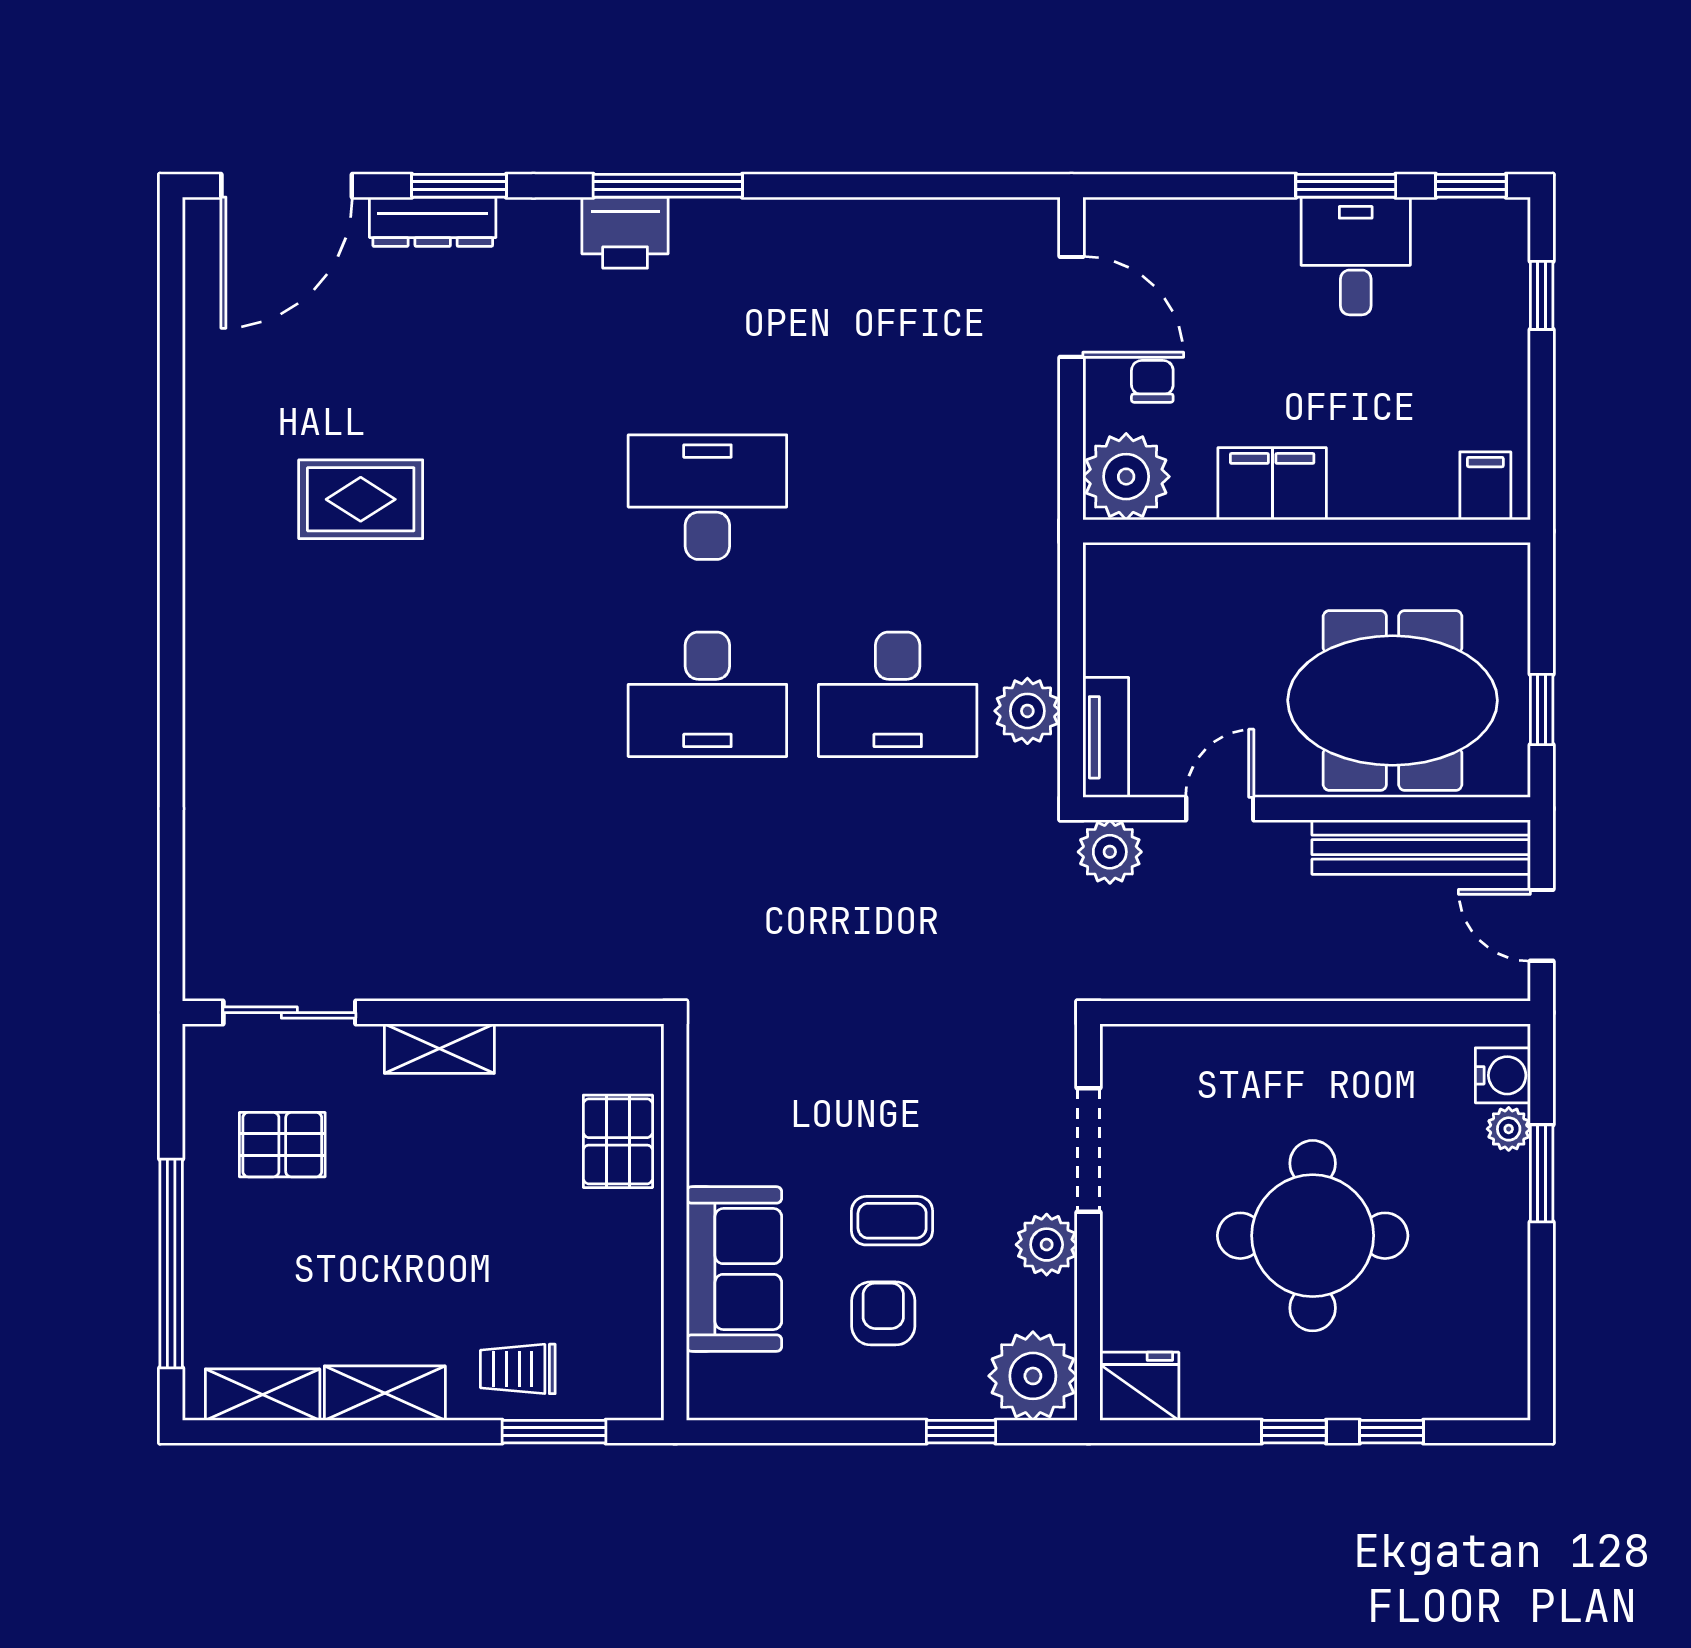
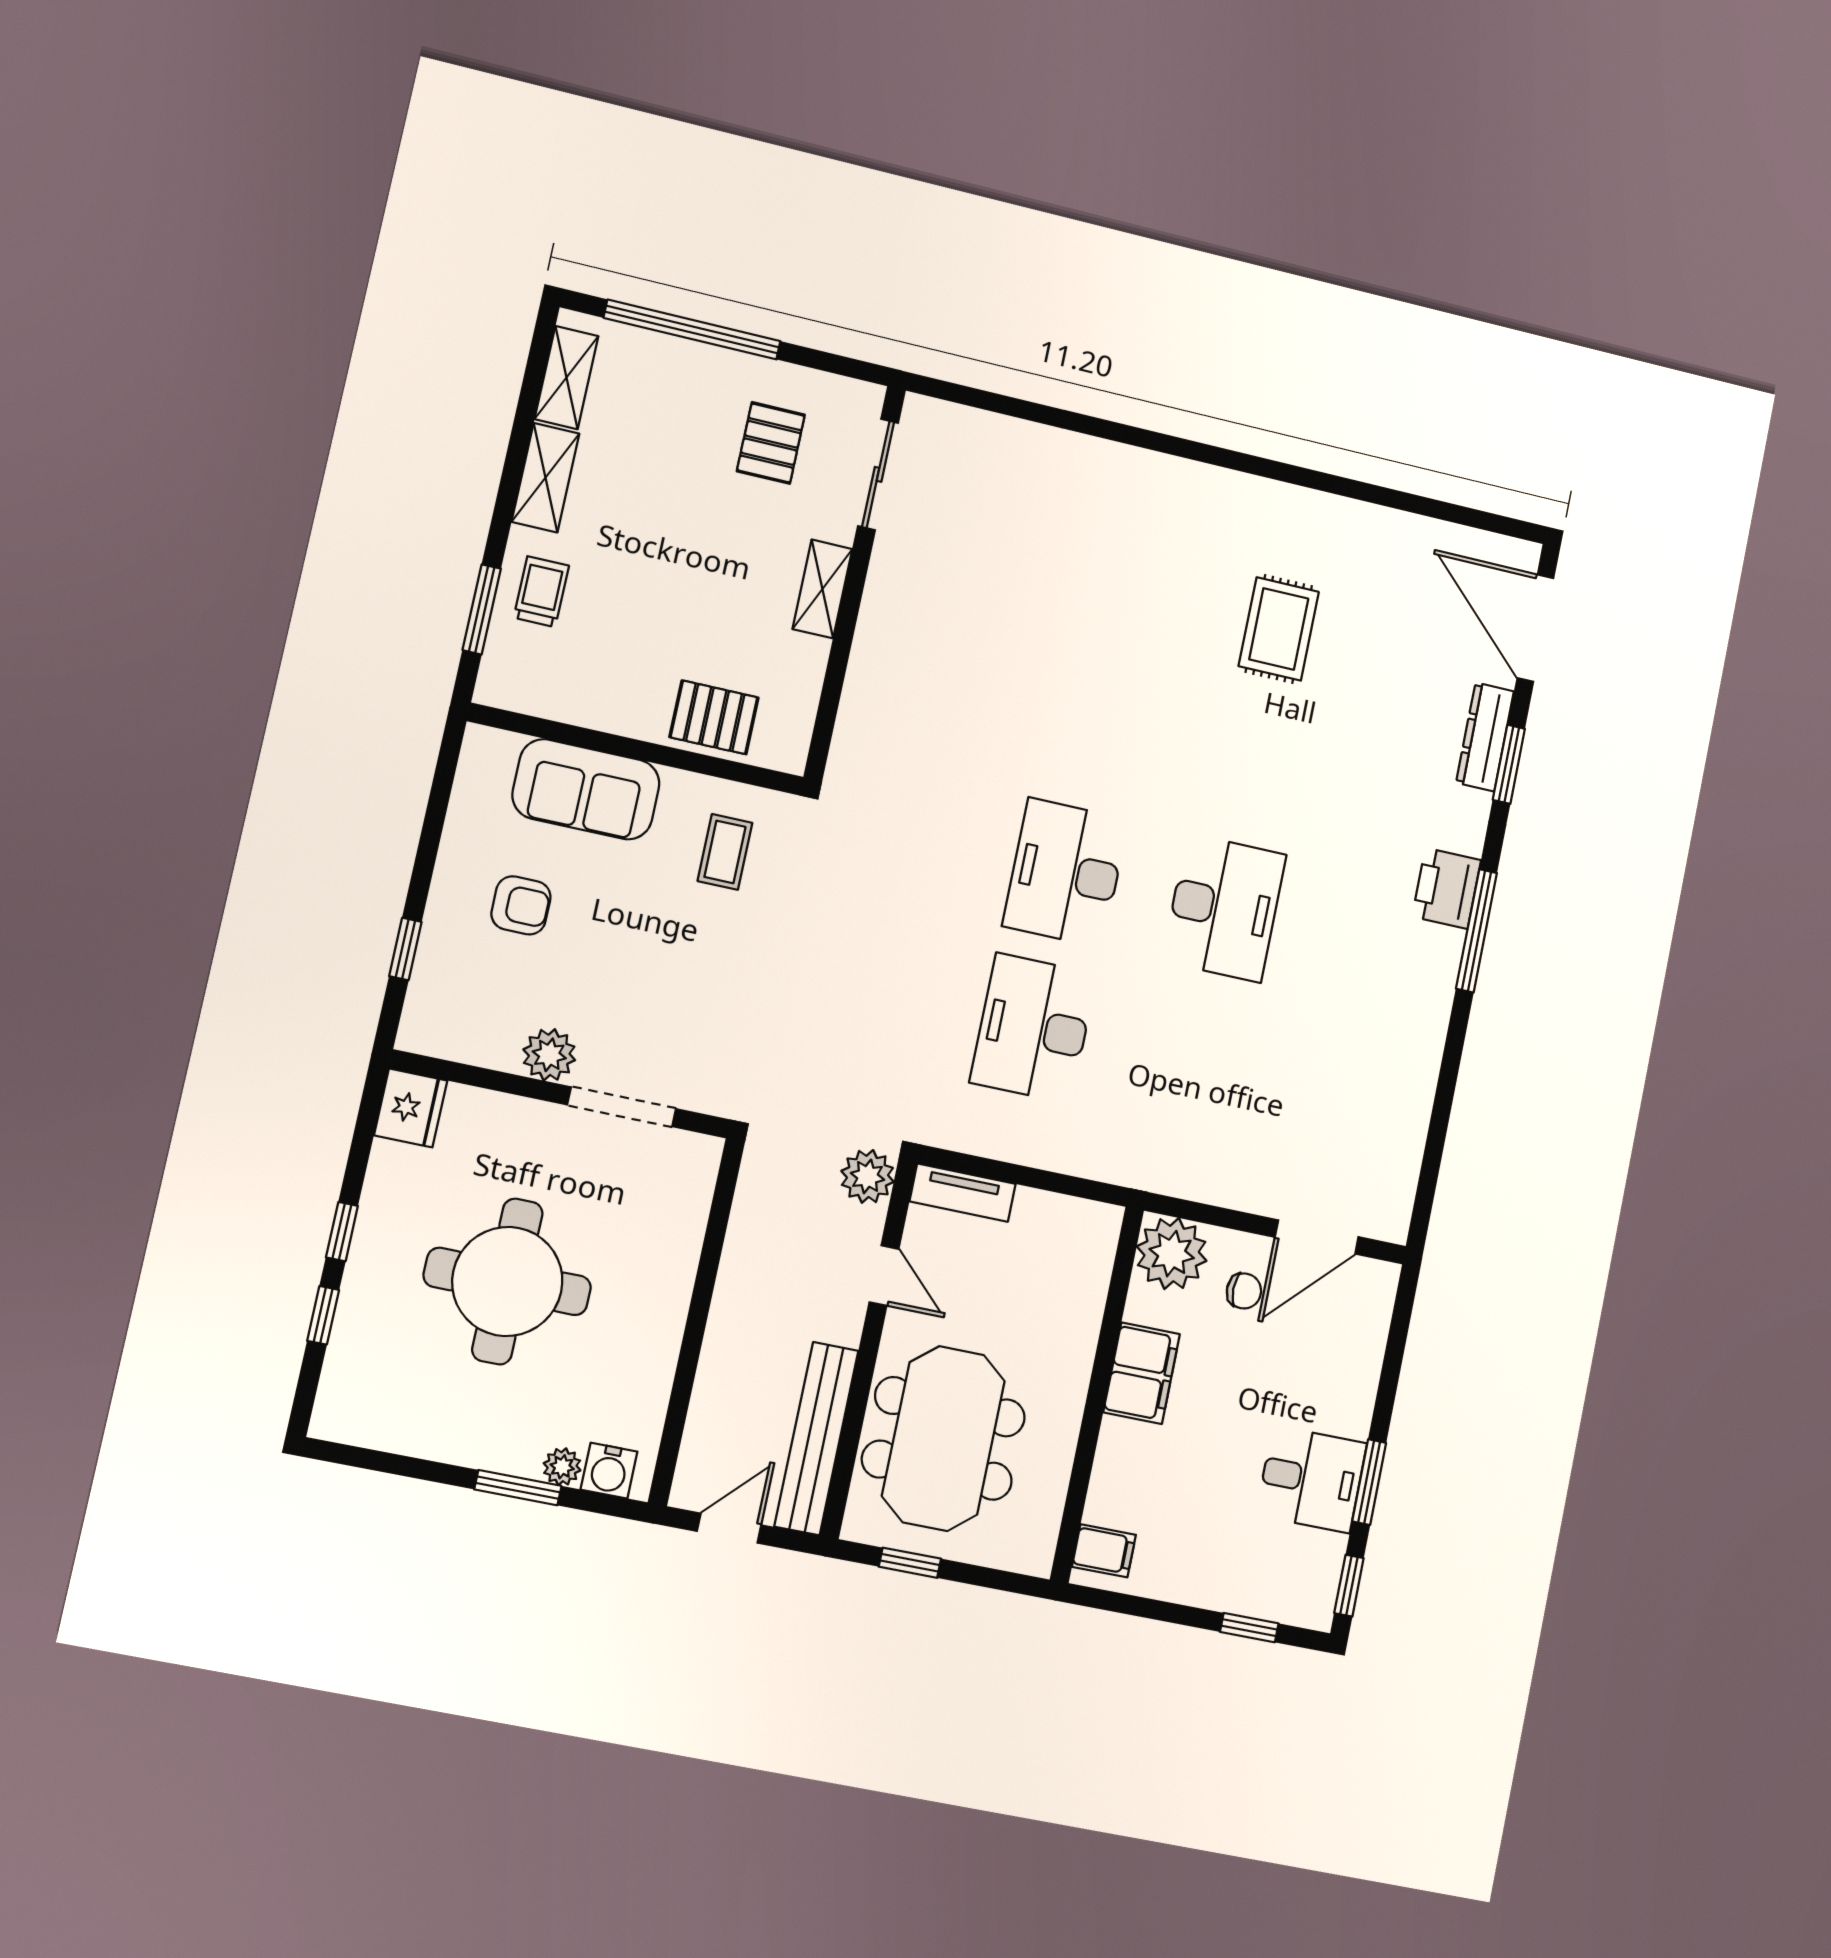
plant: (1027, 711) -> (998, 1132), removed
coffee table: (892, 1221) -> (725, 852), moved
plant: (1033, 1376) -> (440, 1020), removed

